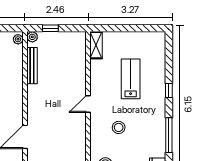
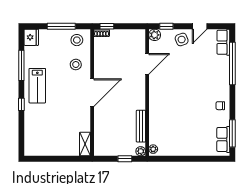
lab bench: (131, 79) -> (37, 86), moved
door: (88, 104) -> (92, 93), width x1.88
stool: (119, 127) -> (76, 65), moved

